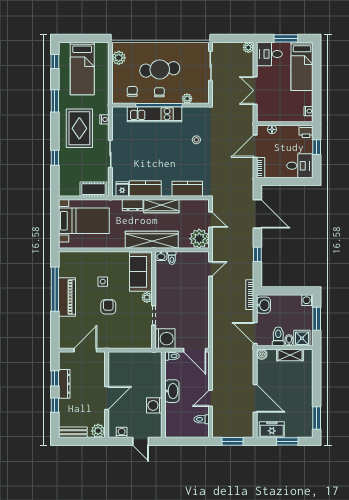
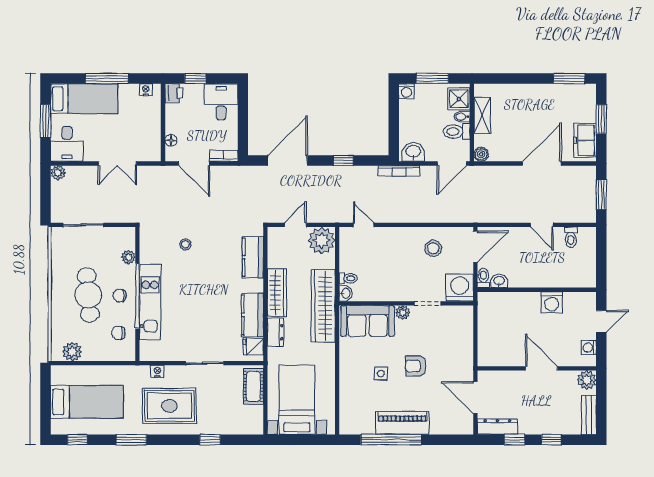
window: (317, 83) -> (107, 78), added
stool: (194, 319) -> (433, 248), added
dresser: (64, 384) -> (497, 427), moved
washbasin: (172, 391) -> (499, 281), moved, width x0.52, depth x0.69

